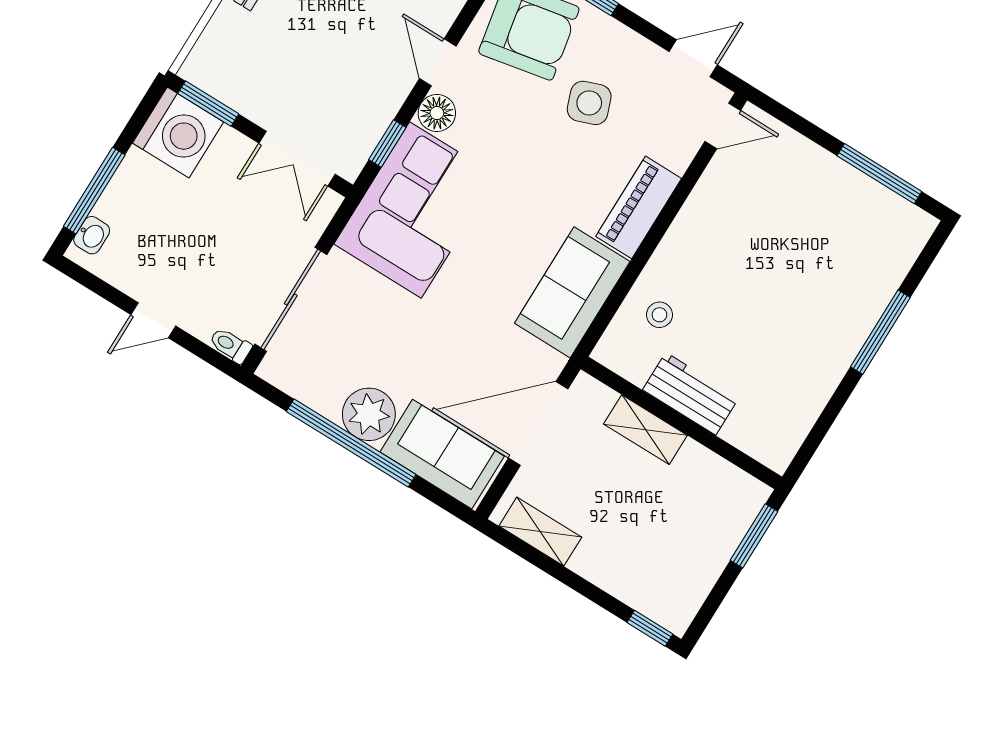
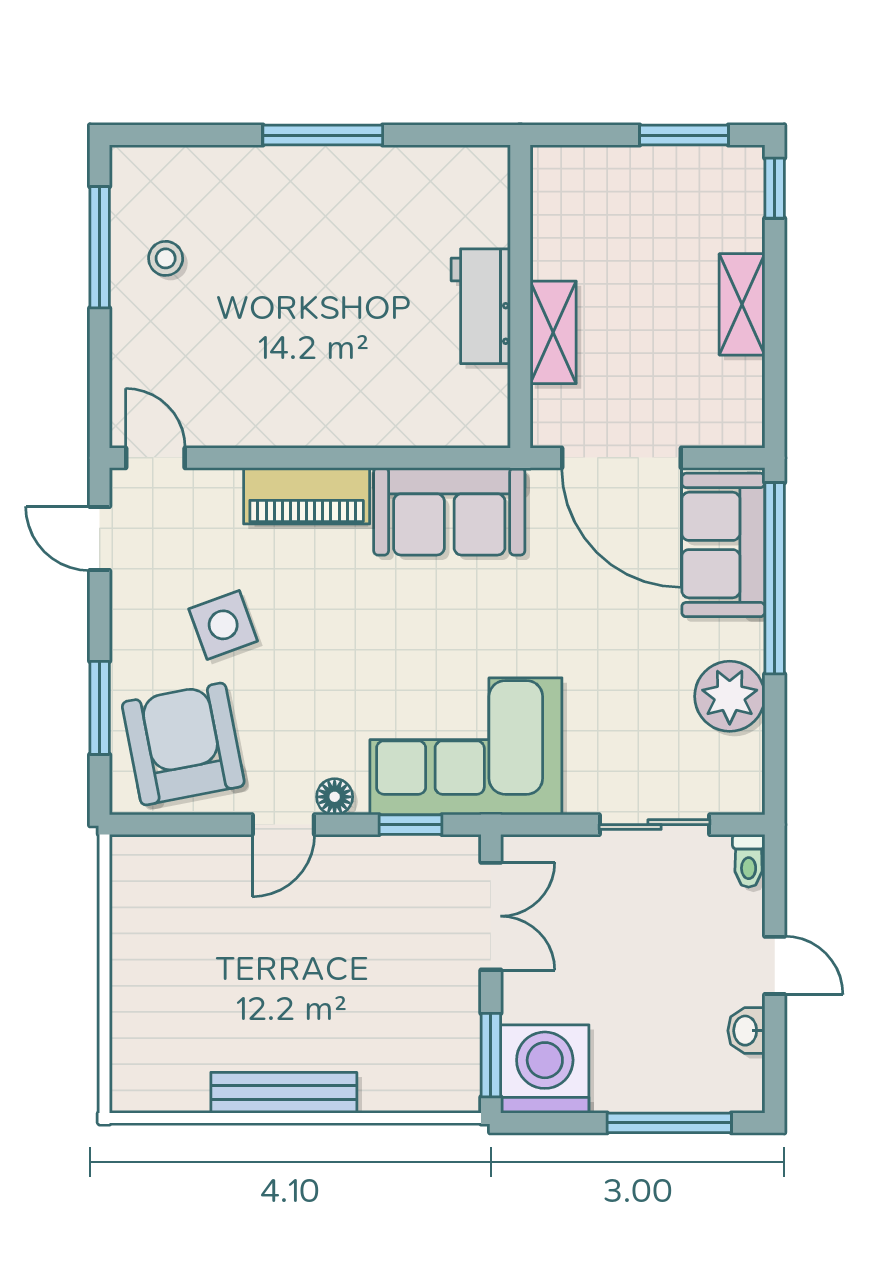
floor lamp: (437, 113) -> (335, 797), width x0.73, depth x0.73
washbasin: (92, 235) -> (746, 1031), moved, turned -90
sliding door: (291, 299) -> (654, 825), width x0.73
stool: (659, 315) -> (166, 258), moved
window: (880, 332) -> (323, 135), moved
plant: (369, 414) -> (730, 696), moved
window: (351, 443) -> (775, 578), moved
shelving: (540, 532) -> (742, 304), moved
window: (754, 536) -> (684, 135), moved

